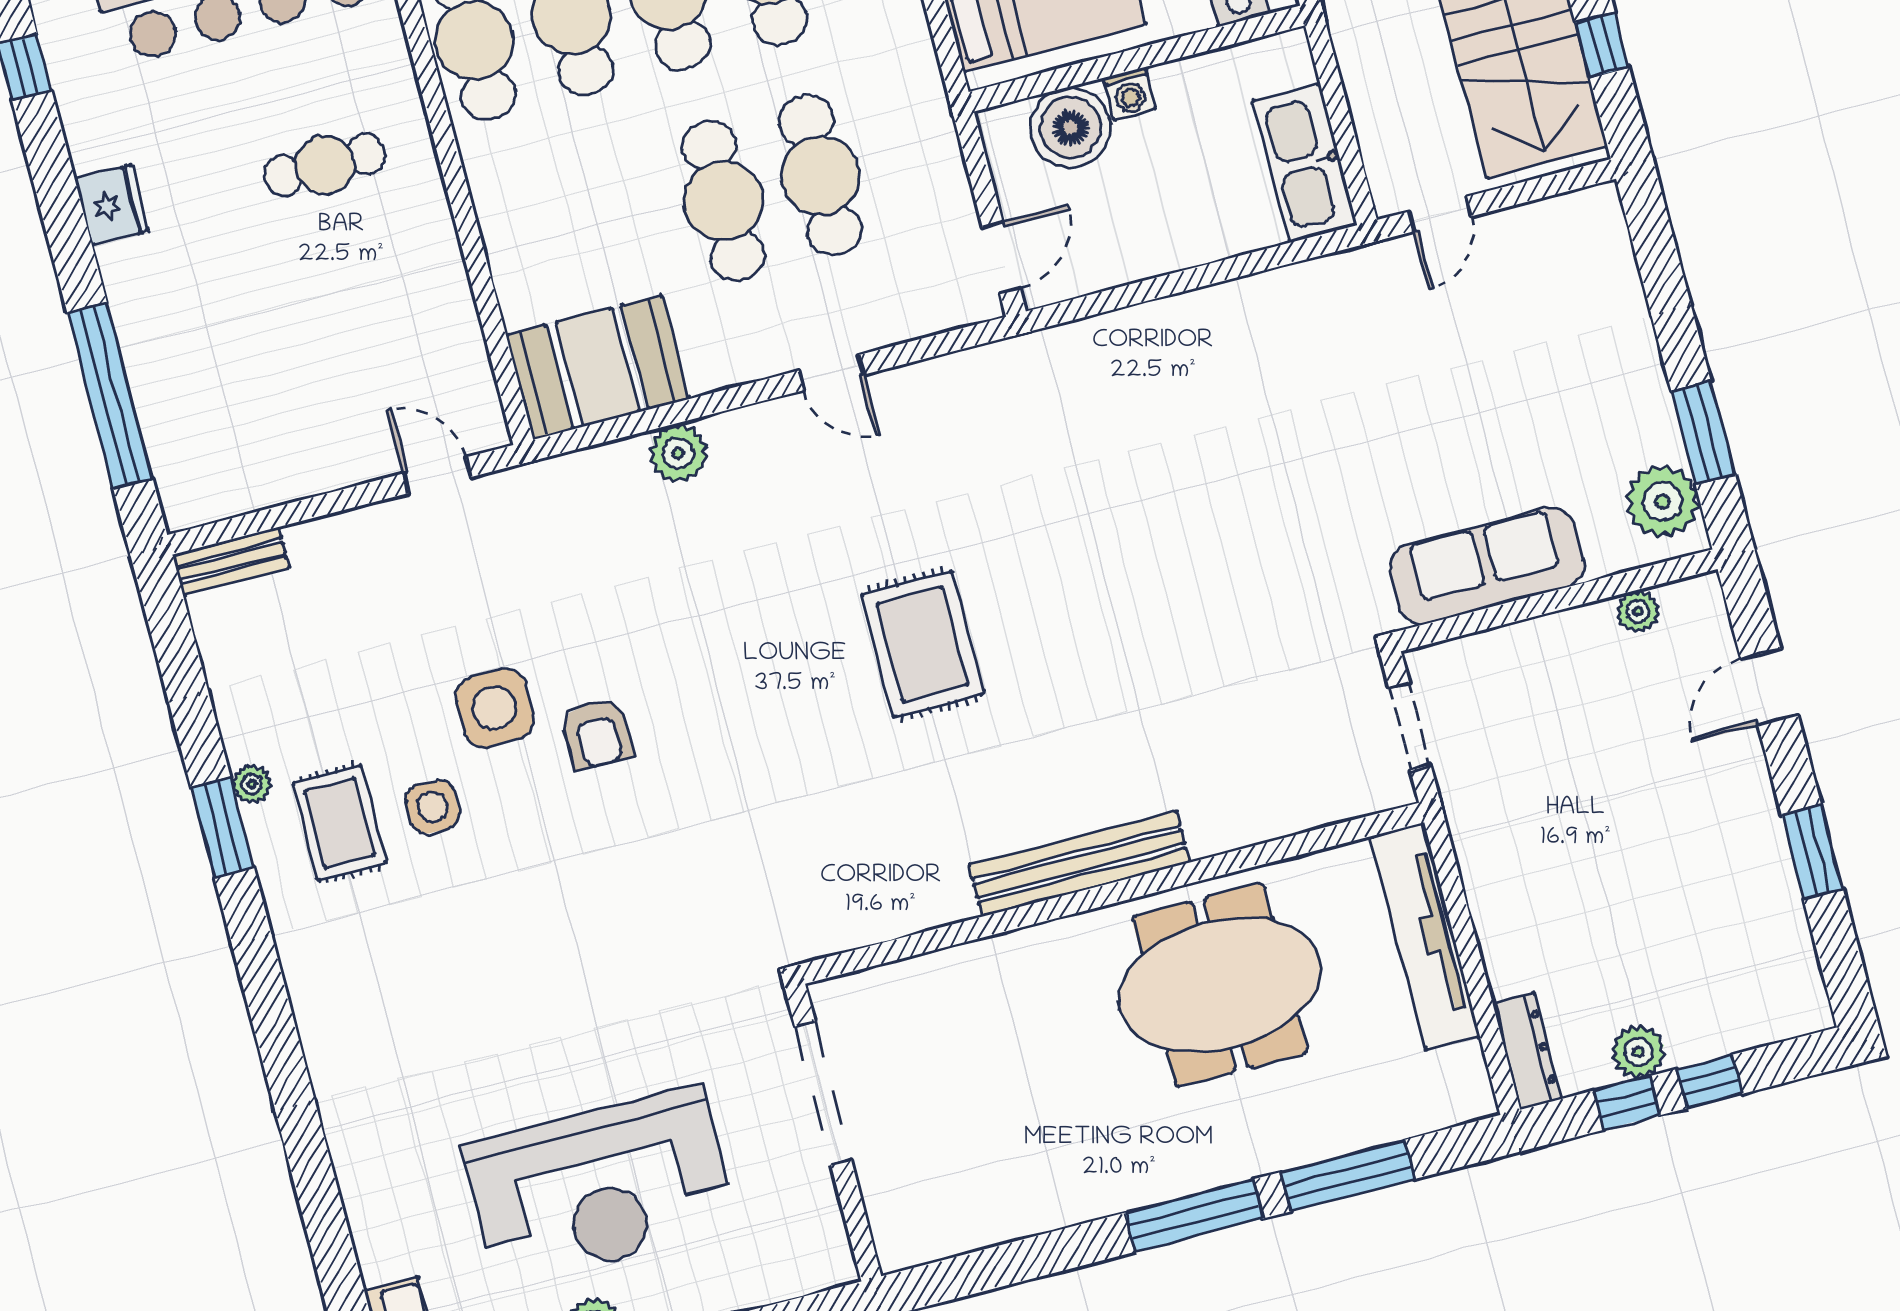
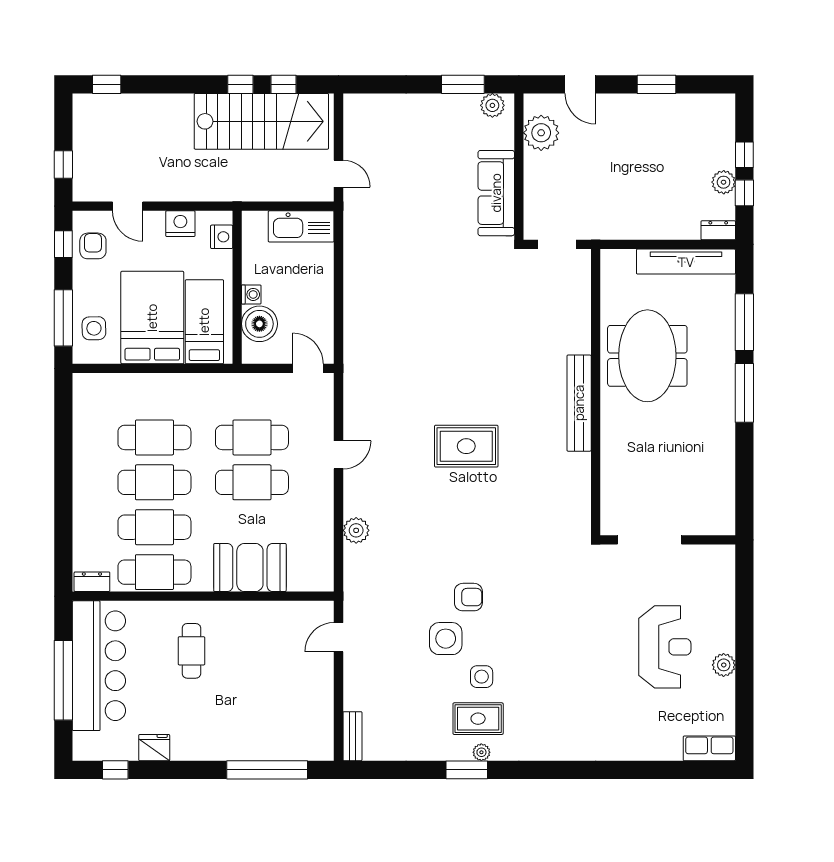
fridge: (112, 205) -> (154, 748), moved
booth: (597, 367) -> (250, 567), moved, turned 90
plant: (1662, 502) -> (492, 105), width x0.73, depth x0.73
plant: (1638, 611) -> (541, 133), width x1.87, depth x1.87
plant: (252, 784) -> (481, 752), moved
tv unit: (1425, 936) -> (686, 262), moved
dresser: (1527, 1051) -> (718, 230), width x0.70
reception desk: (600, 1187) -> (665, 647), width x0.74, depth x0.77

